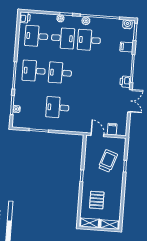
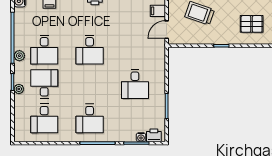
printer: (25, 17) -> (154, 135), moved
desk: (60, 73) -> (90, 50), moved

